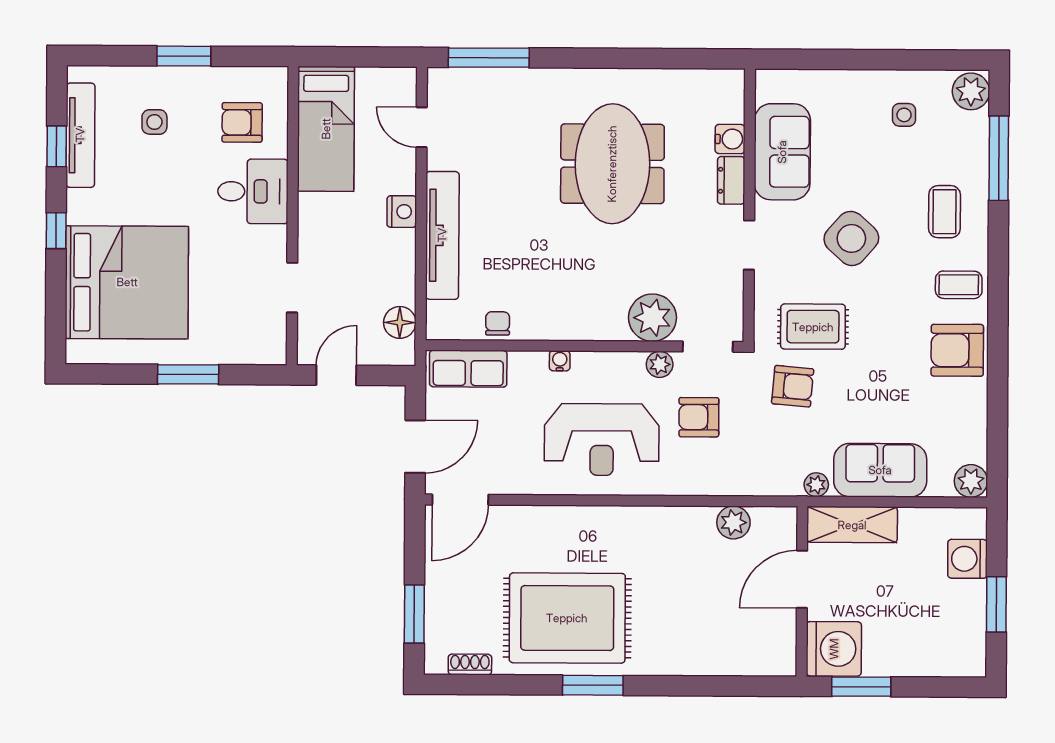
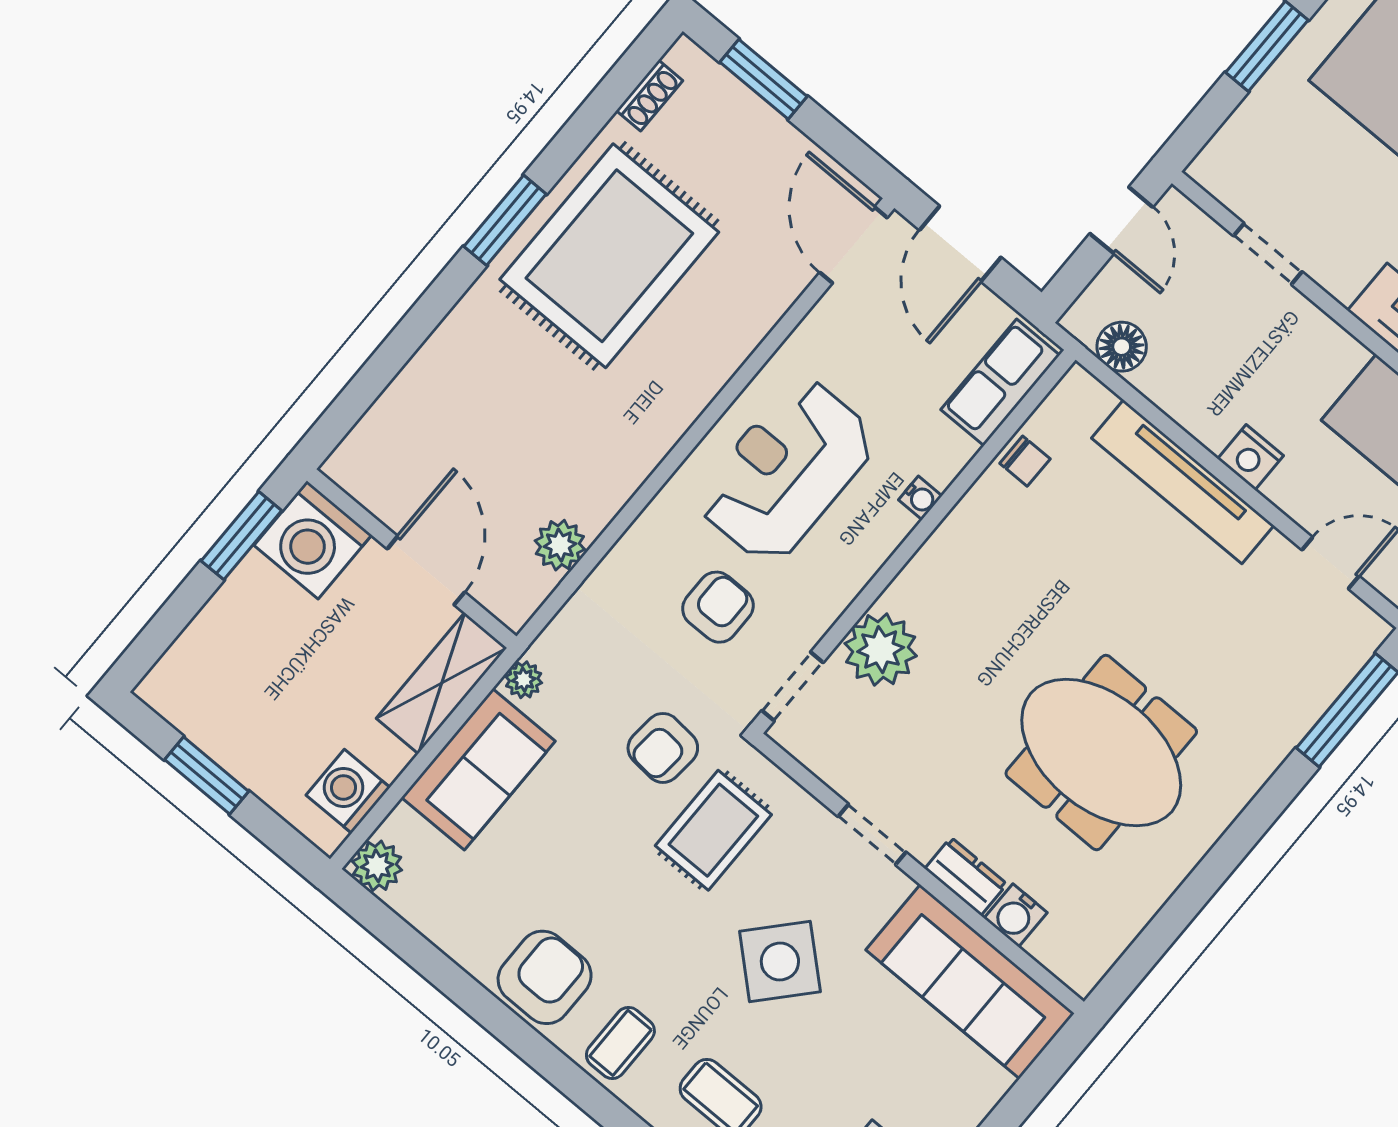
sofa: (782, 152) -> (970, 982), width x1.36
plant: (660, 364) -> (819, 612), removed
washing machine: (967, 559) -> (348, 791), moved, turned -90

